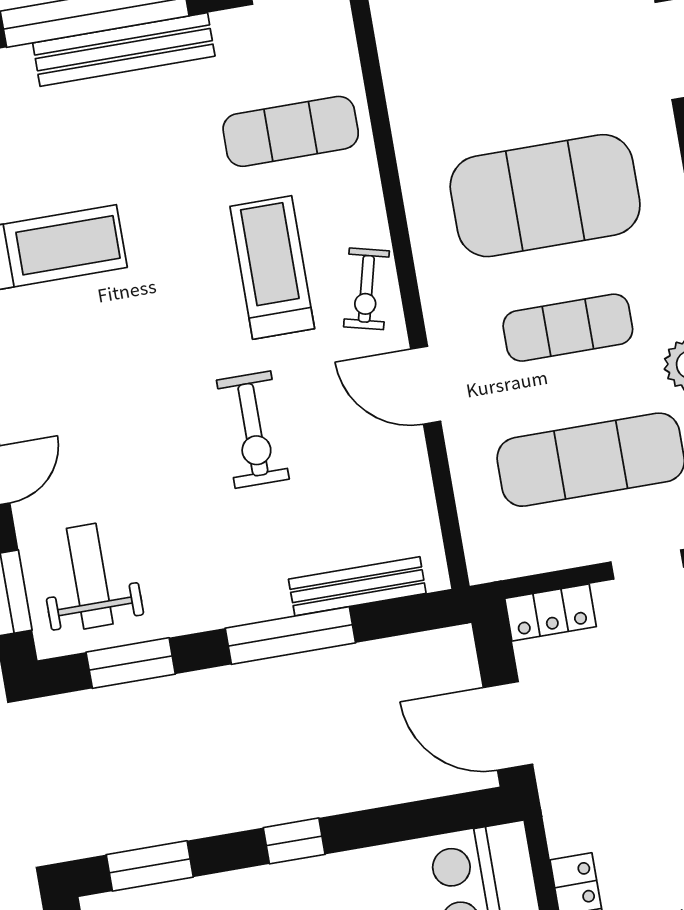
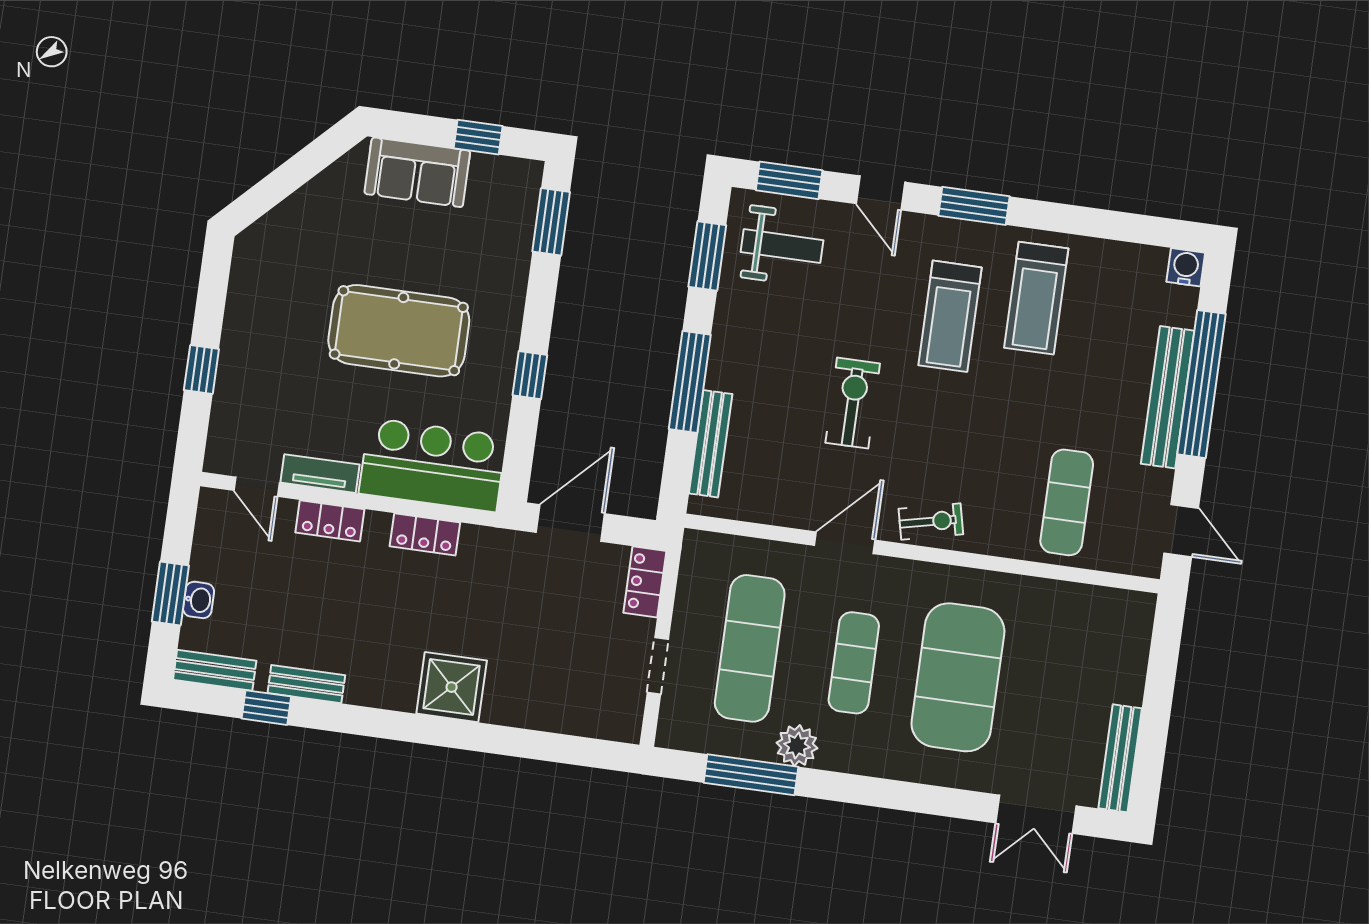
treadmill: (272, 267) -> (950, 316), moved, turned 90
exercise bike: (366, 289) -> (931, 521), turned 153
exercise bike: (253, 430) -> (853, 403), turned 90
window: (294, 841) -> (530, 375), moved

